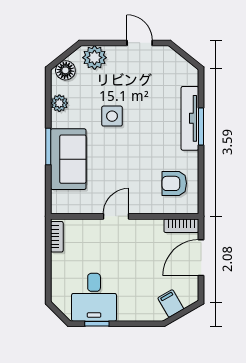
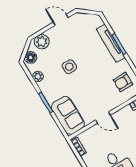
sofa: (68, 159) -> (68, 115), moved
door: (116, 216) -> (103, 117), swing flipped

